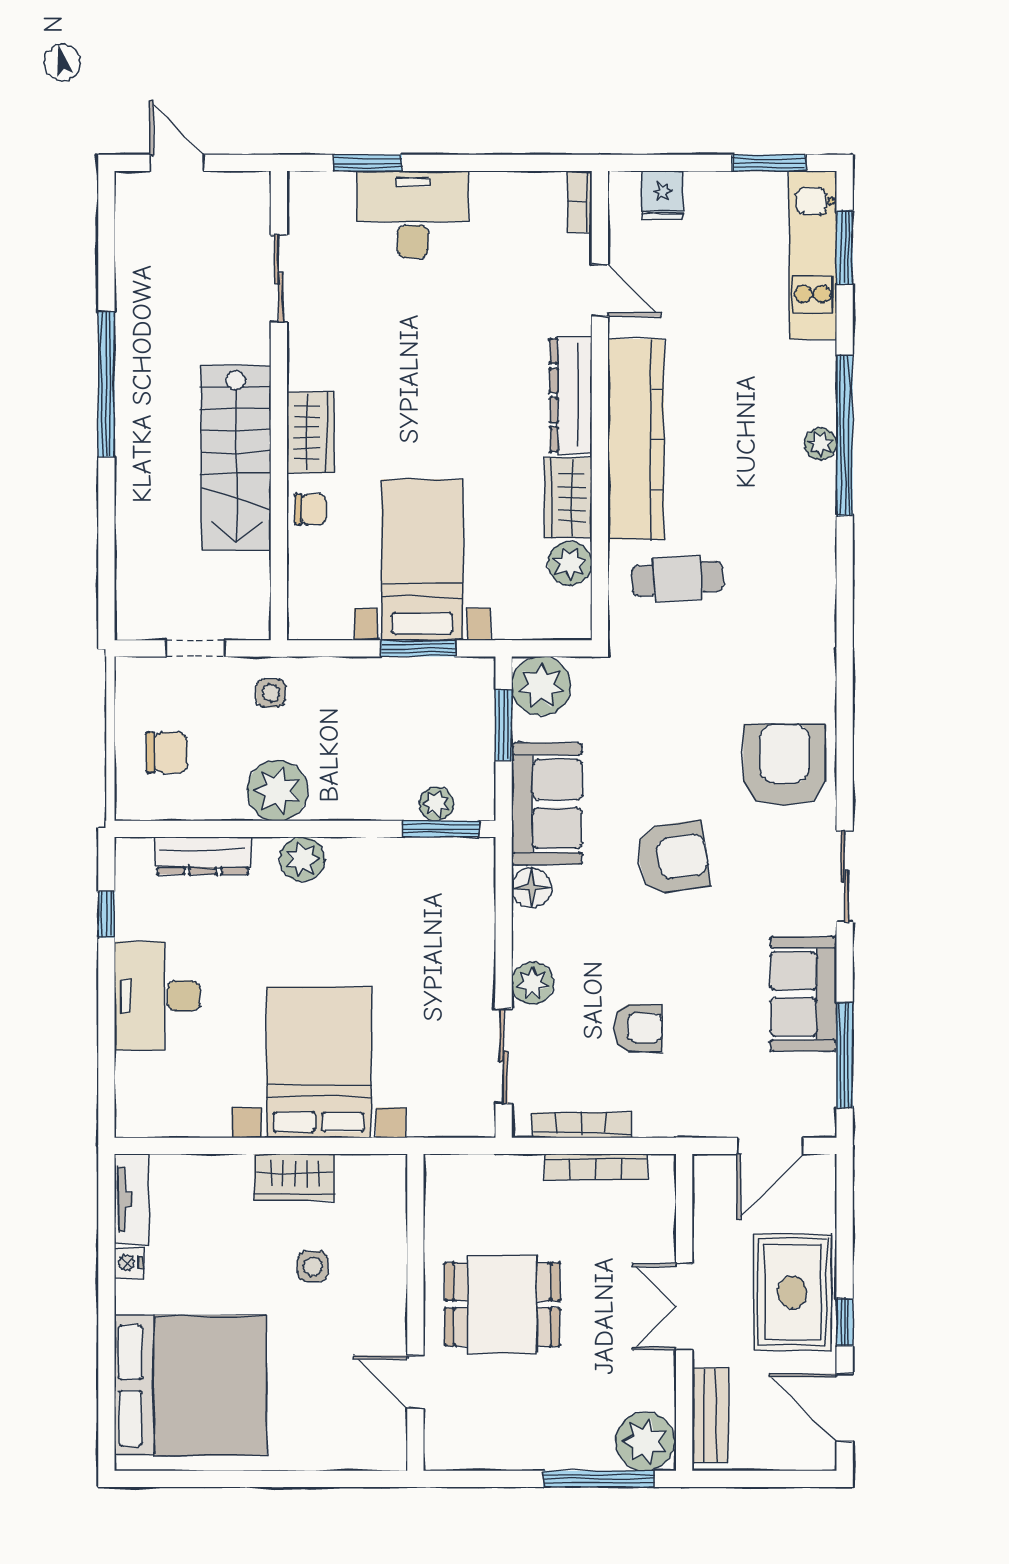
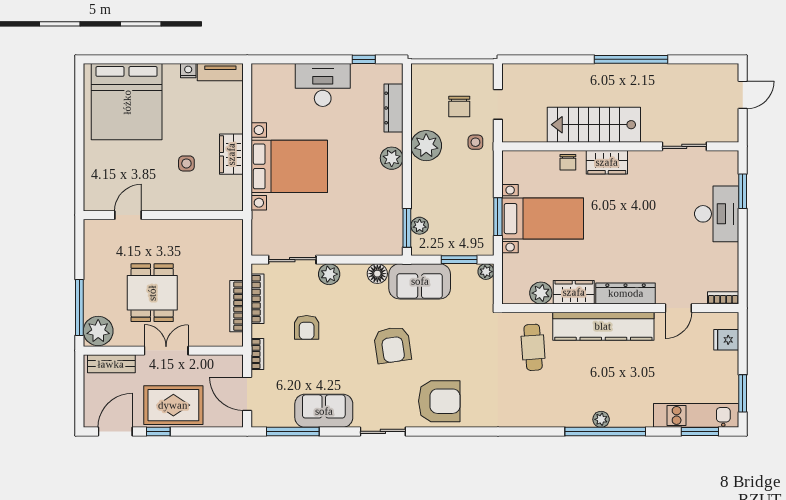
plant: (541, 686) -> (486, 272), width x0.53, depth x0.53
chair: (167, 753) -> (459, 106), moved
bookcase: (691, 1125) -> (257, 354), added
dining table: (502, 1304) -> (152, 293), moved

